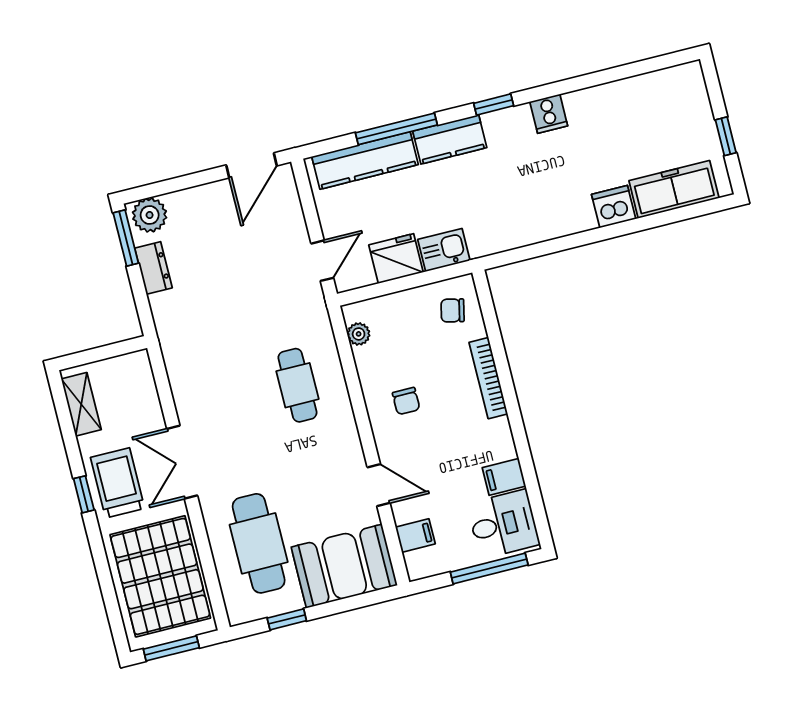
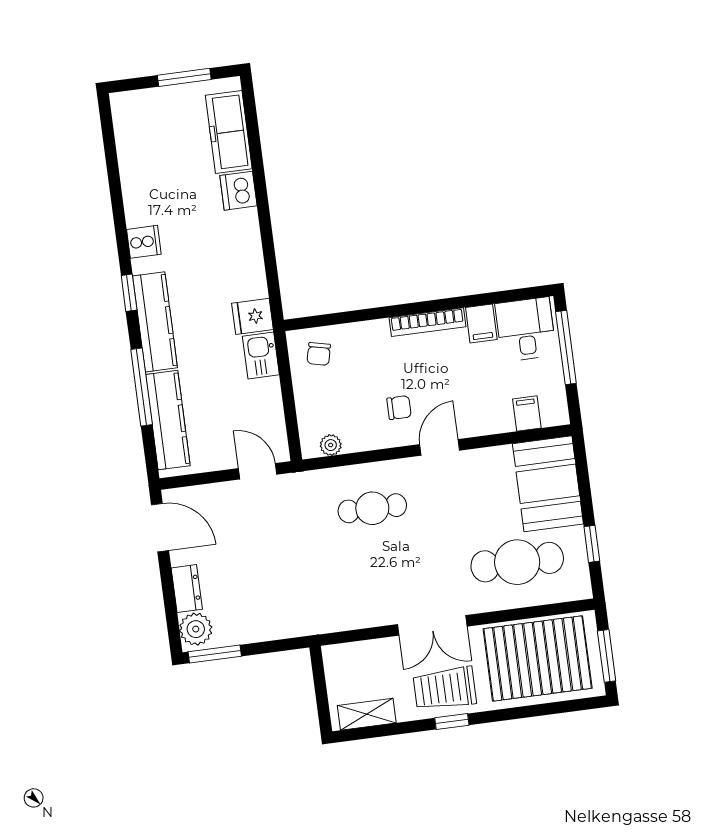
window: (726, 136) -> (184, 77), width x1.50
kitchen counter: (450, 139) -> (155, 322), width x1.50
fridge: (396, 259) -> (252, 316), moved, width x0.72
dresser: (153, 268) -> (187, 589), moved, turned 90
bookcase: (488, 378) -> (427, 322), moved
door: (379, 485) -> (440, 447), moved

